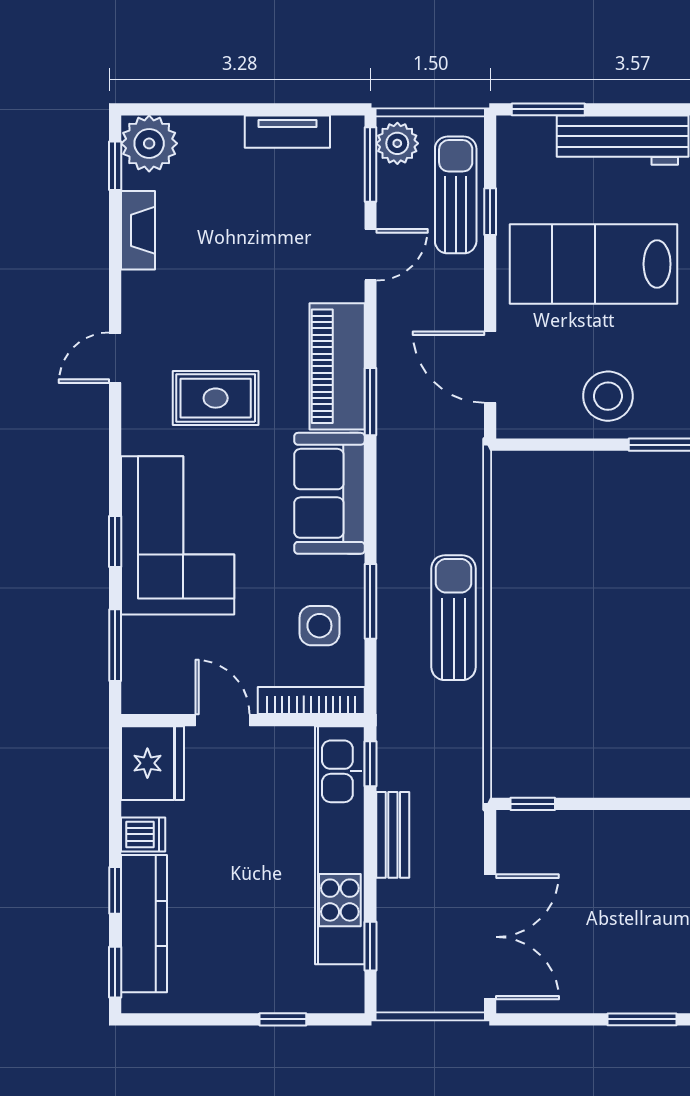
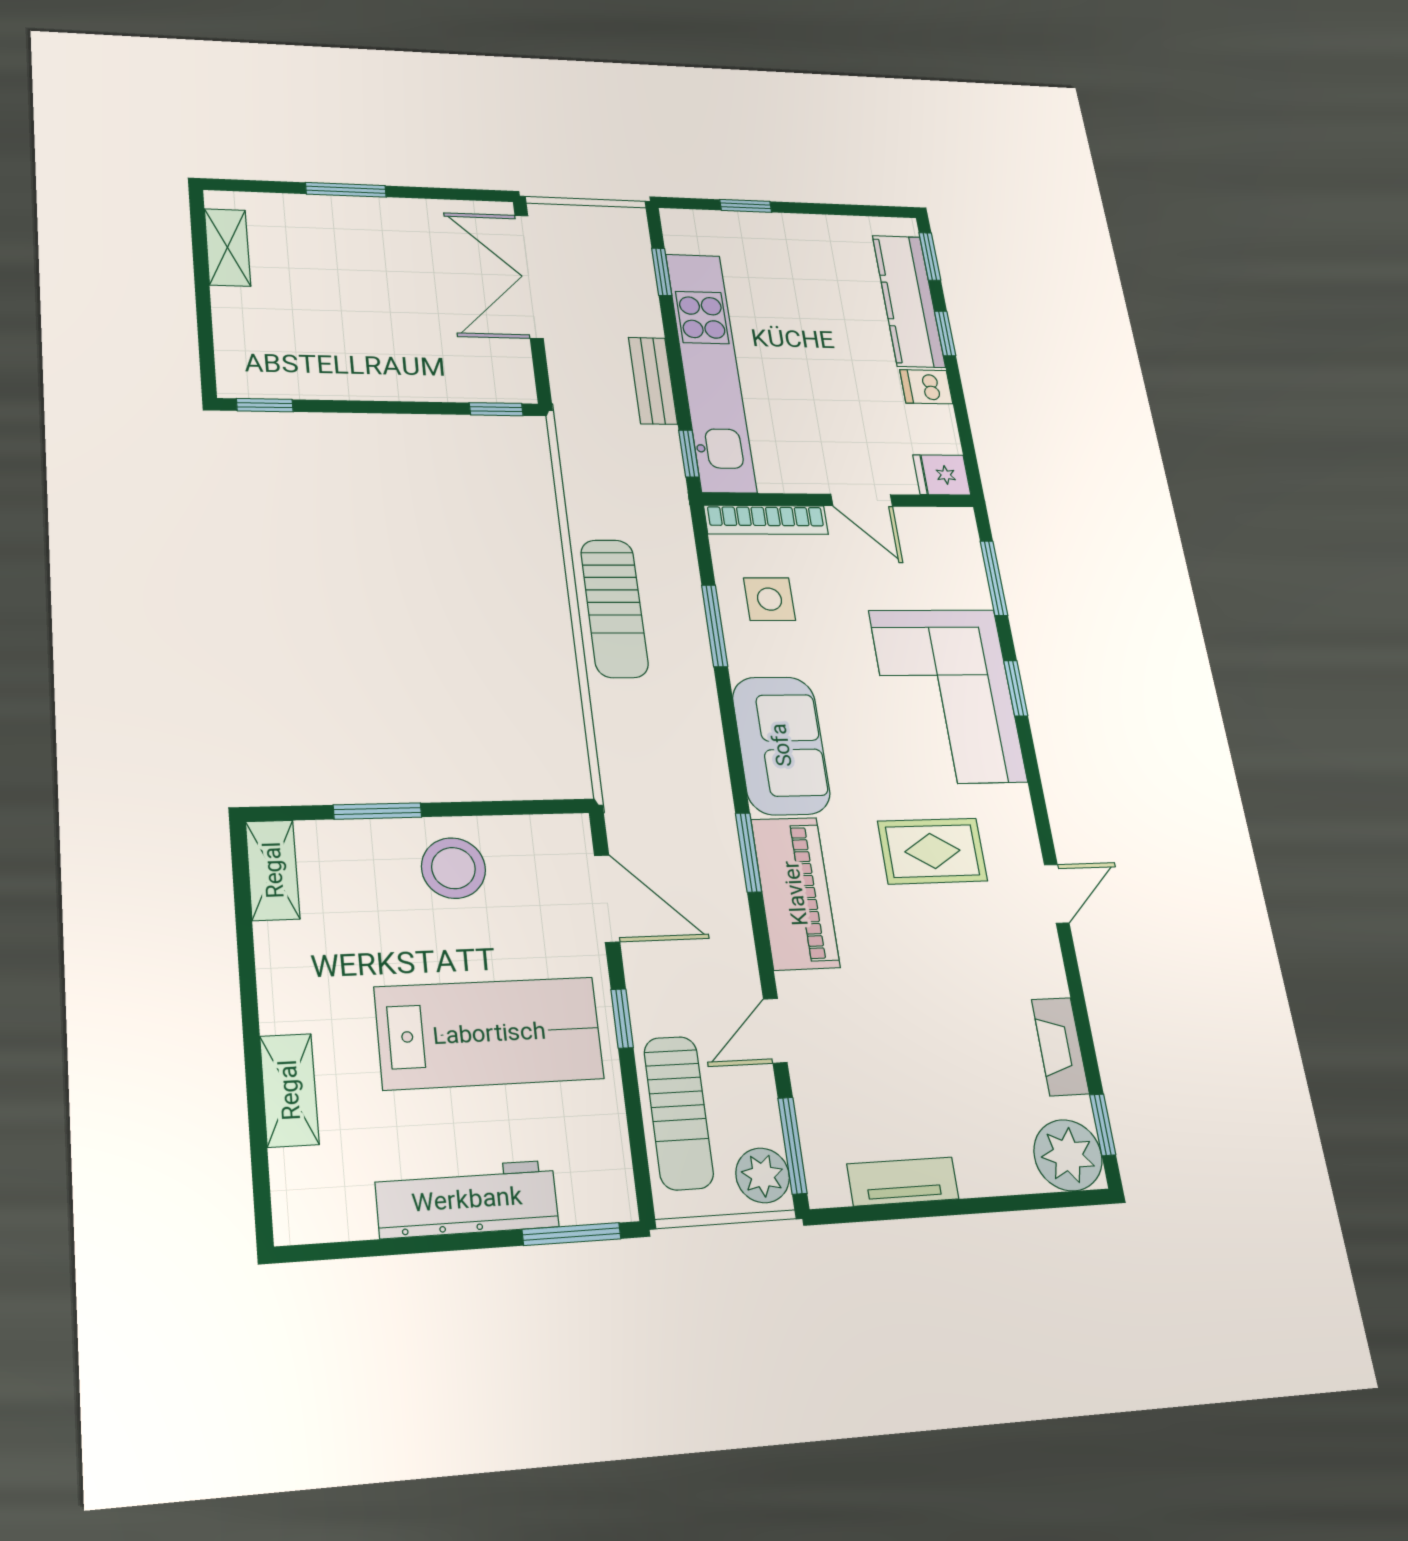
window: (490, 212) -> (622, 1018), moved
fridge: (152, 763) -> (942, 475), width x0.53, depth x0.75

